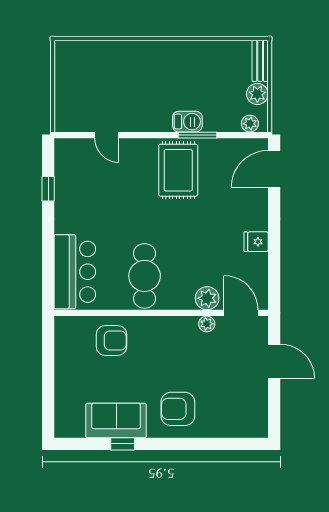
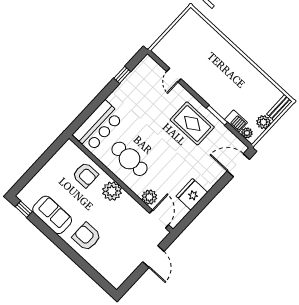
barbecue: (187, 122) -> (236, 121), moved
rug: (178, 170) -> (192, 123), turned 90
fridge: (256, 242) -> (192, 194), width x1.88, depth x1.34
cafe table: (145, 276) -> (130, 159), turned 90
plant: (207, 324) -> (112, 191), moved, width x1.88, depth x1.88
window: (123, 444) -> (24, 209), moved

